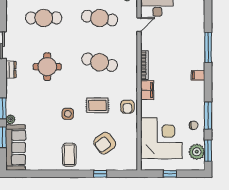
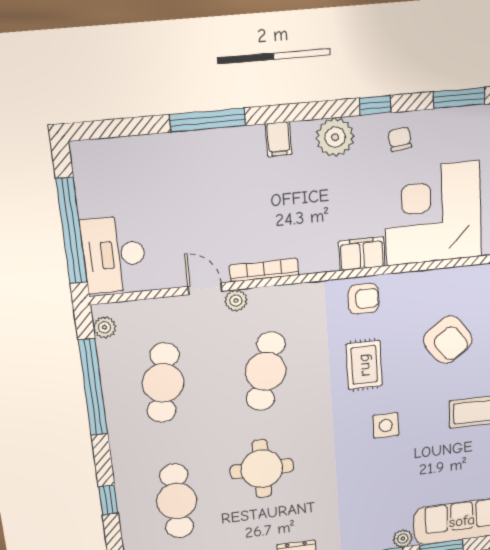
door: (139, 25) -> (205, 289), moved
plant: (133, 52) -> (236, 300), added
round table: (47, 67) -> (262, 469), moved
filing cabinet: (147, 90) -> (362, 254), moved
window: (208, 116) -> (375, 105), width x0.46
plant: (197, 152) -> (335, 137), moved

